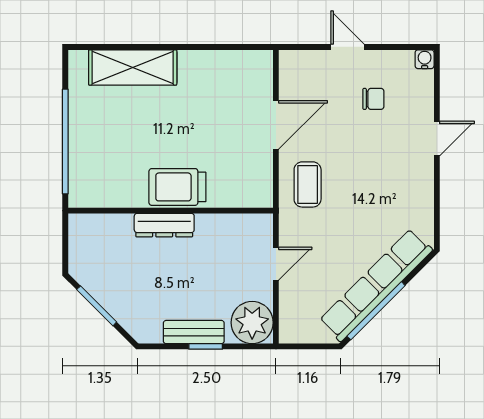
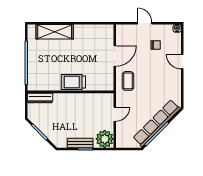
door: (437, 139) -> (182, 62), swing flipped
dresser: (164, 225) -> (40, 98), moved

